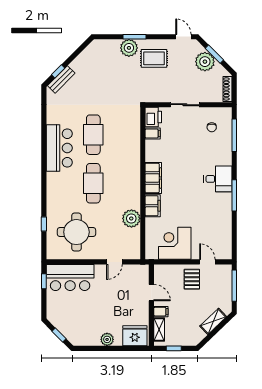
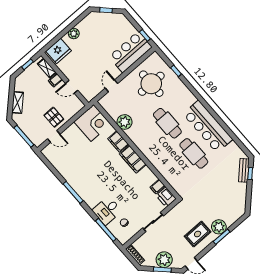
bar counter: (59, 148) -> (208, 127), width x1.36
desk: (218, 179) -> (107, 211), moved
corner desk: (175, 243) -> (92, 123), moved

